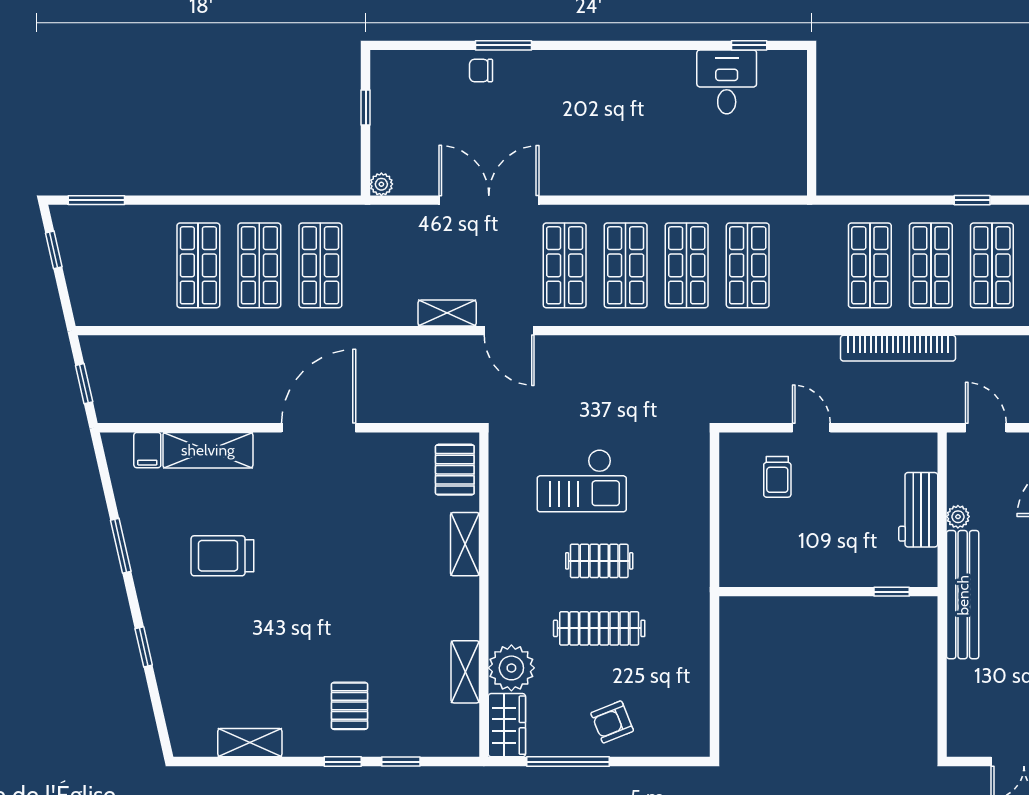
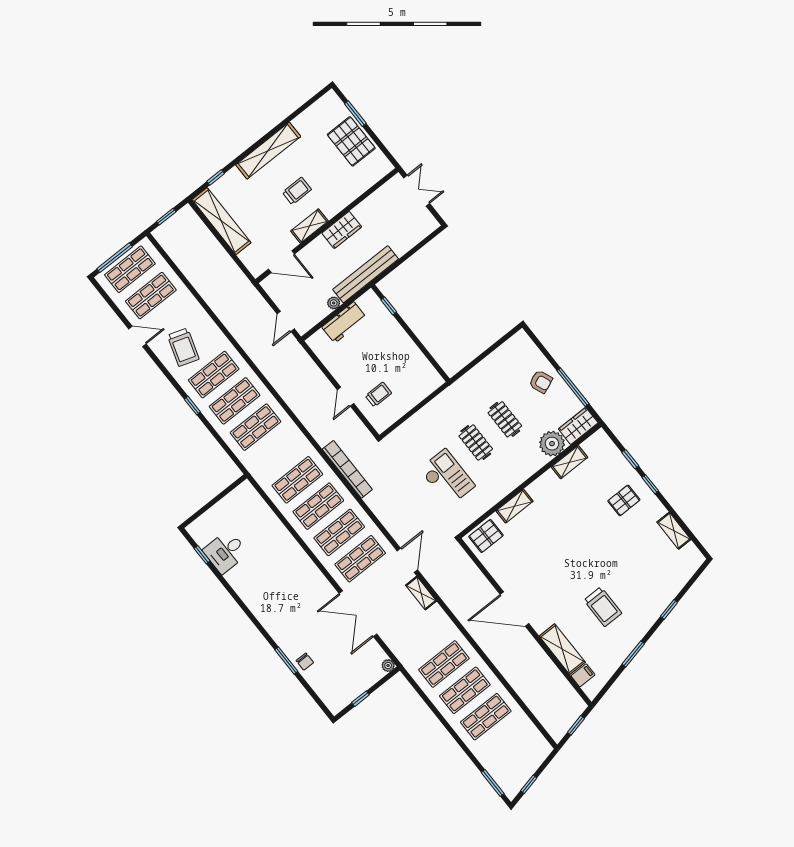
bookcase: (898, 348) -> (347, 469), moved
clothes rail: (599, 628) -> (505, 419), width x0.73

